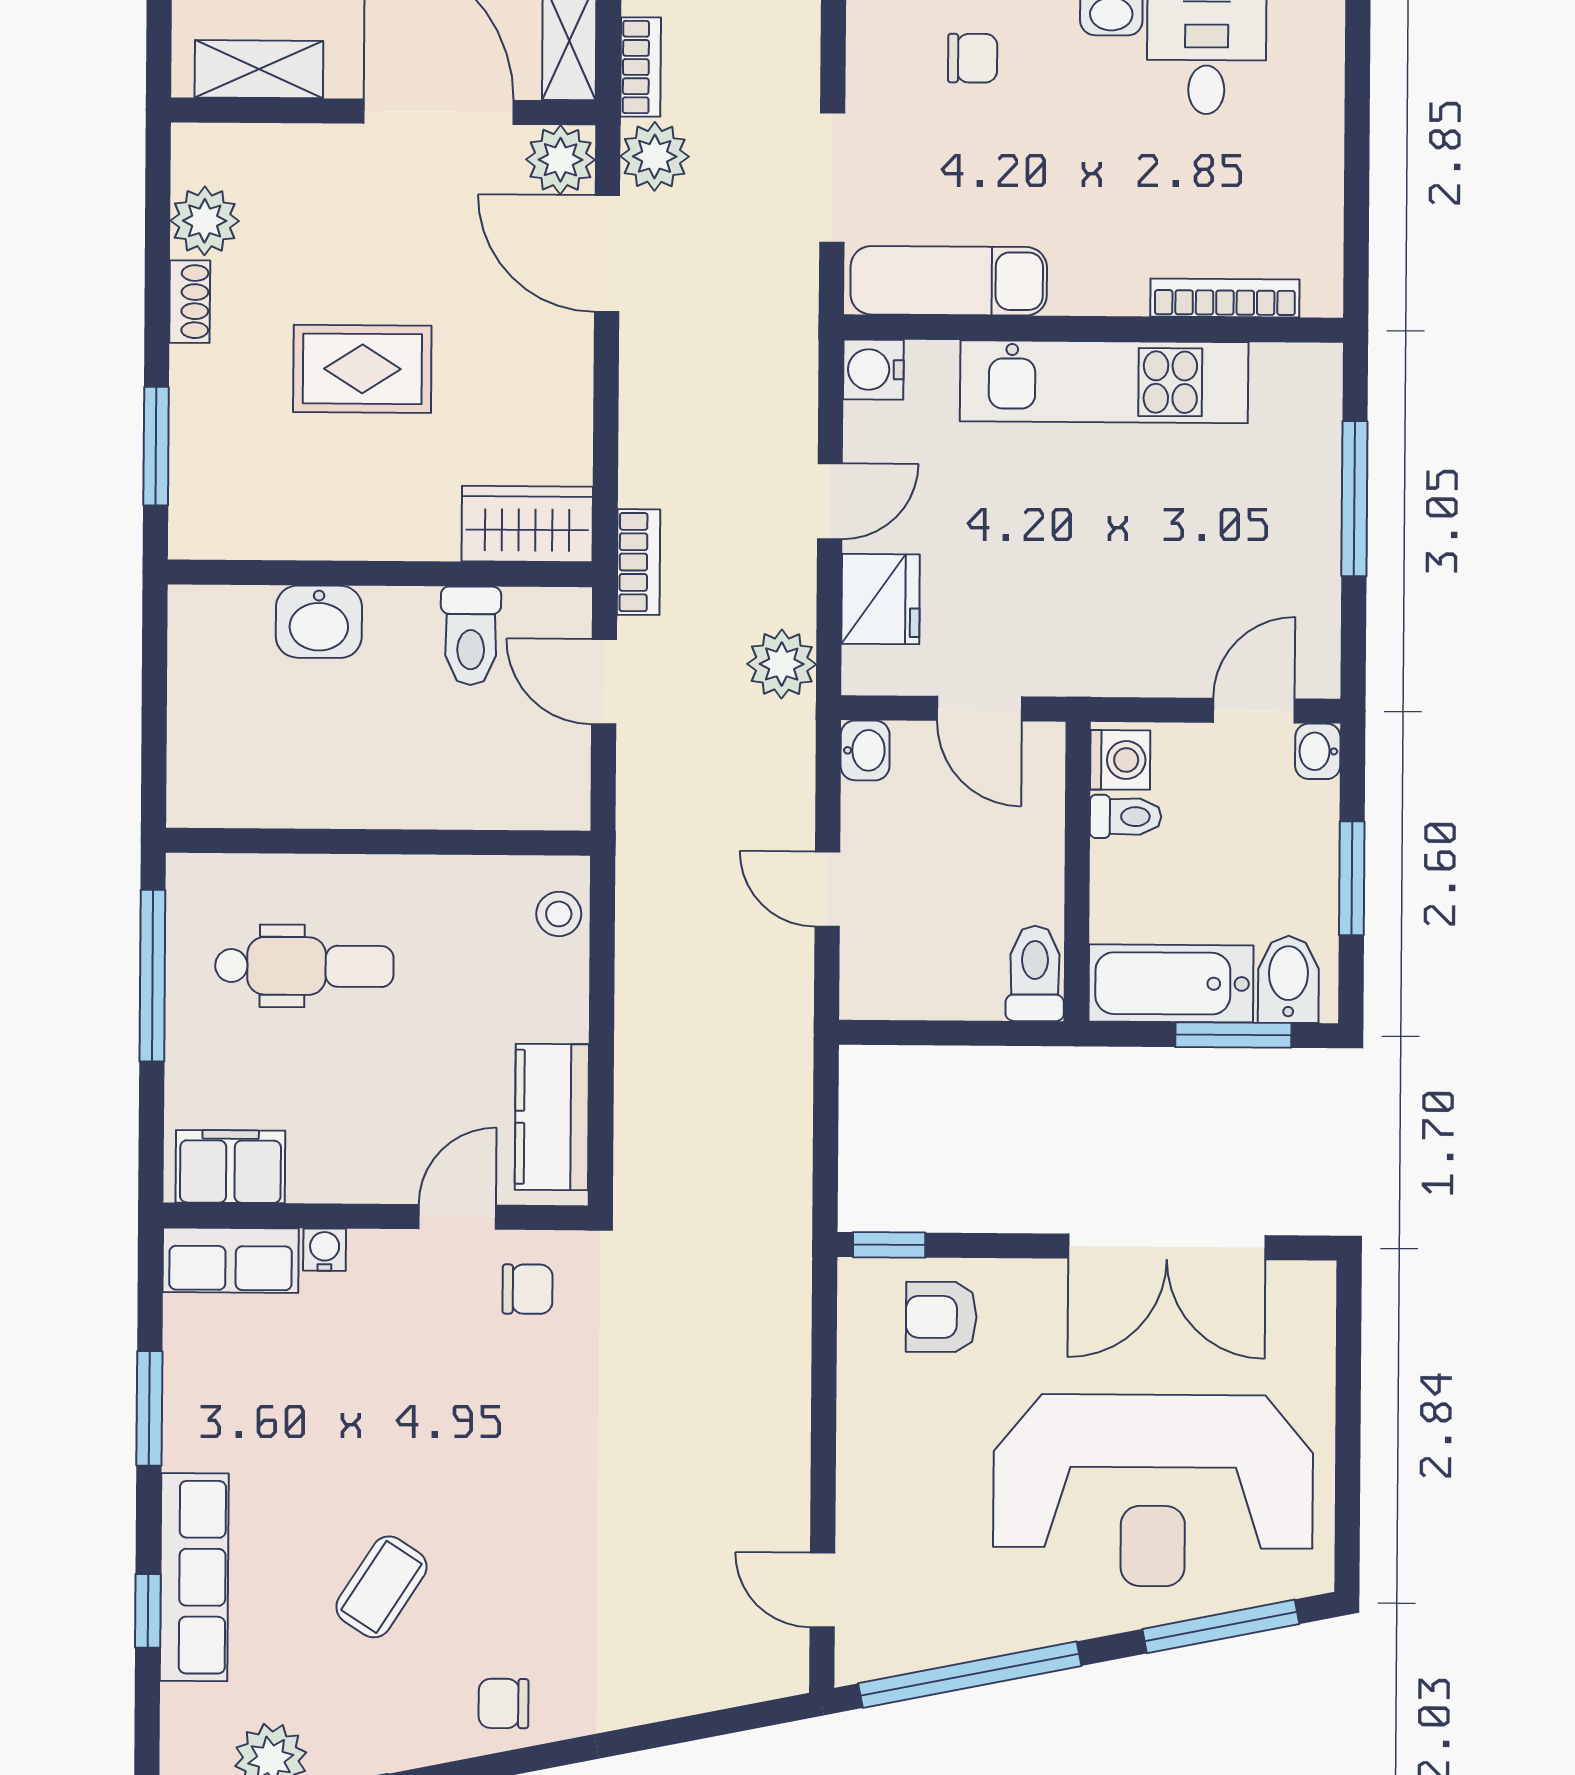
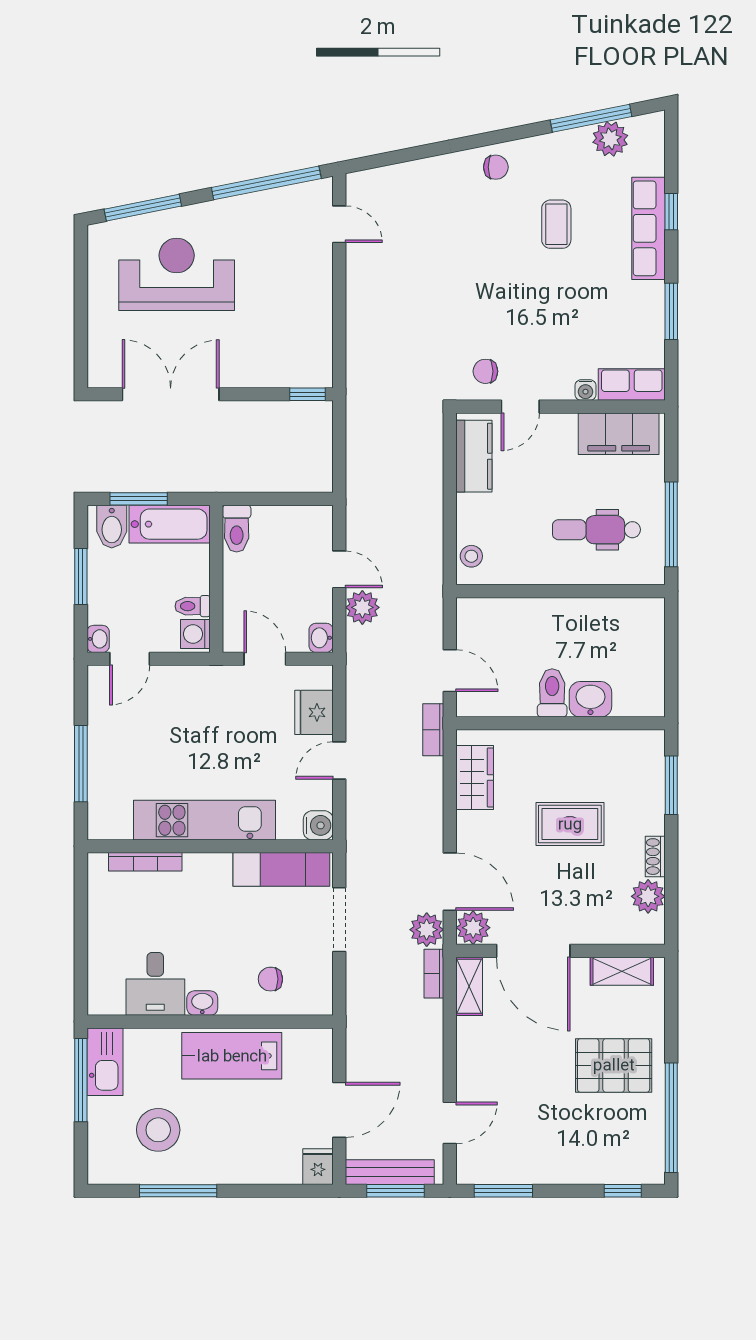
wardrobe: (527, 524) -> (475, 778), moved, turned -90
toilet: (471, 636) -> (552, 693), moved
plant: (782, 664) -> (362, 607), moved
filing cabinet: (230, 1167) -> (619, 434), width x1.50, depth x1.17
armchair: (941, 1317) -> (282, 359), removed
reception desk: (1153, 1490) -> (177, 274), width x0.74, depth x0.77
coffee table: (381, 1587) -> (556, 224), turned -33

